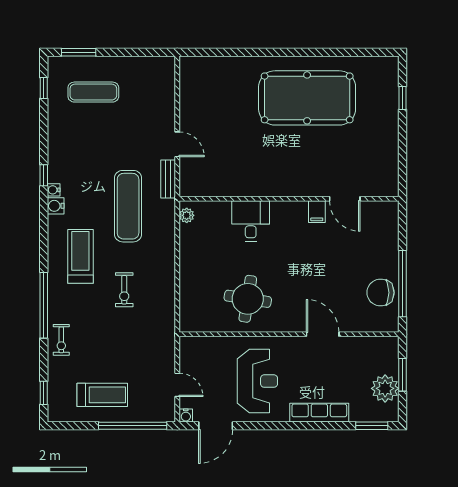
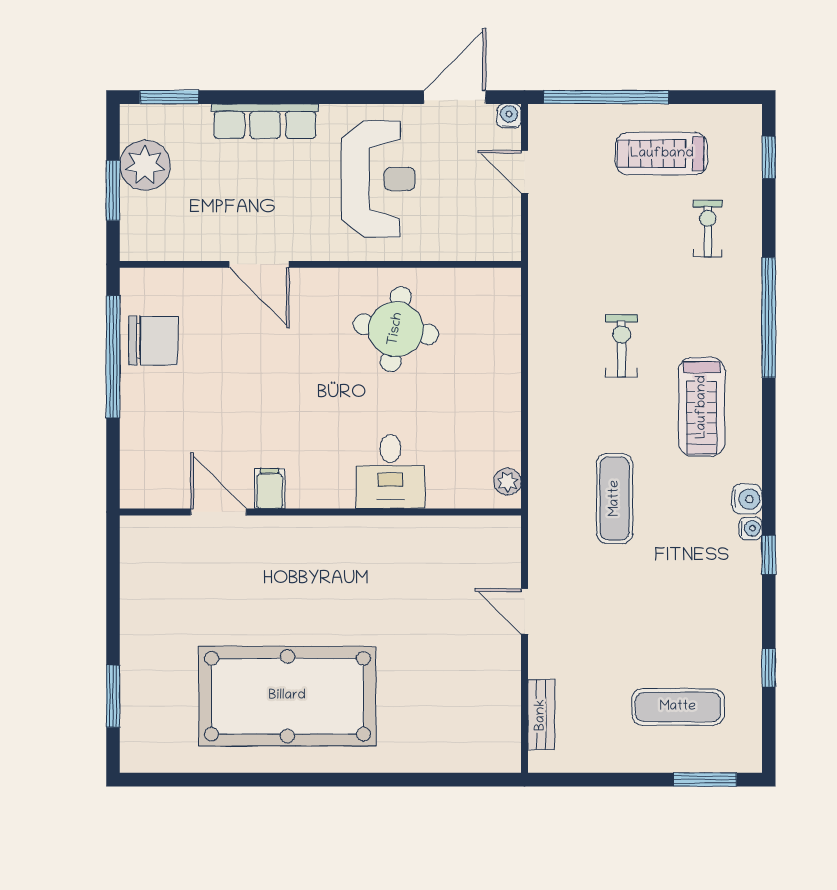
window: (44, 88) -> (769, 668), moved
window: (403, 98) -> (113, 696), width x1.50
bench: (168, 179) -> (541, 715), moved
exercise mat: (128, 206) -> (615, 498), width x0.73, depth x0.69
exercise bike: (61, 340) -> (708, 229), moved
reception desk: (257, 381) -> (378, 179), turned 180

